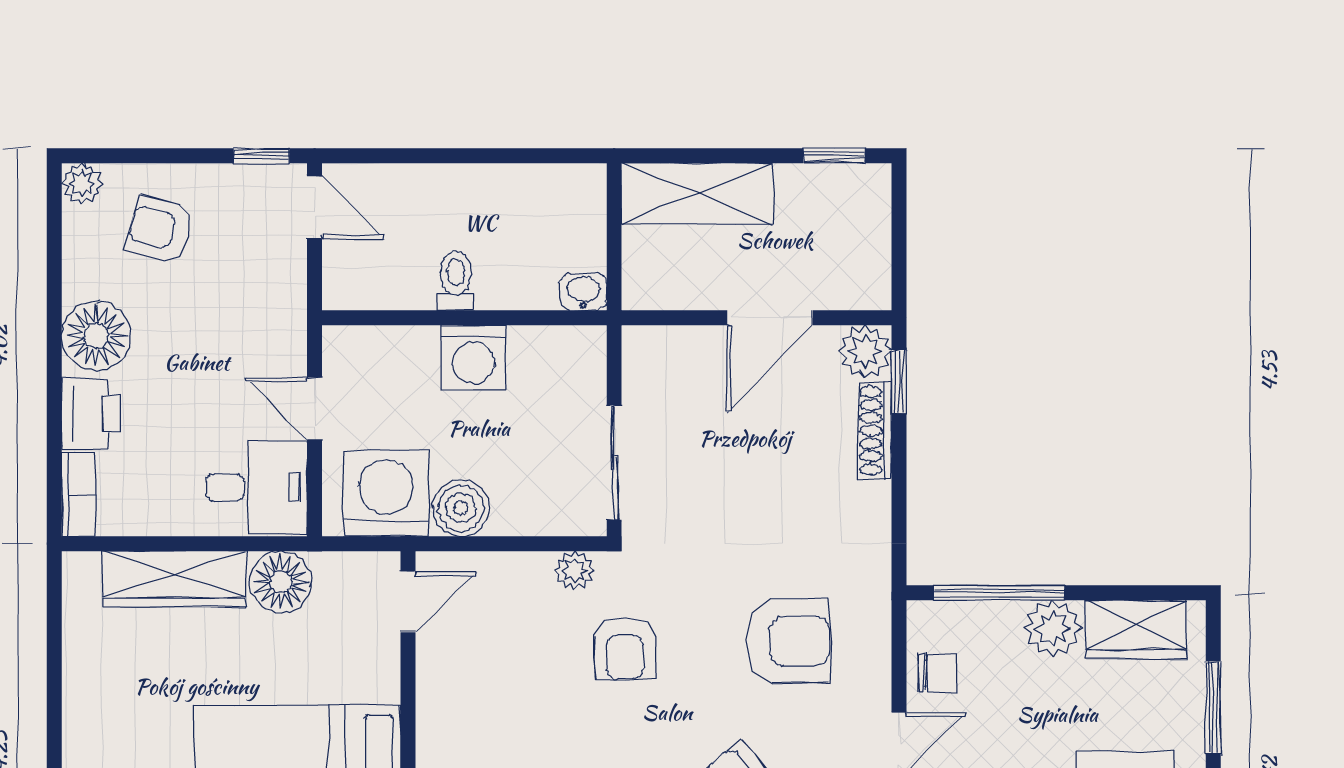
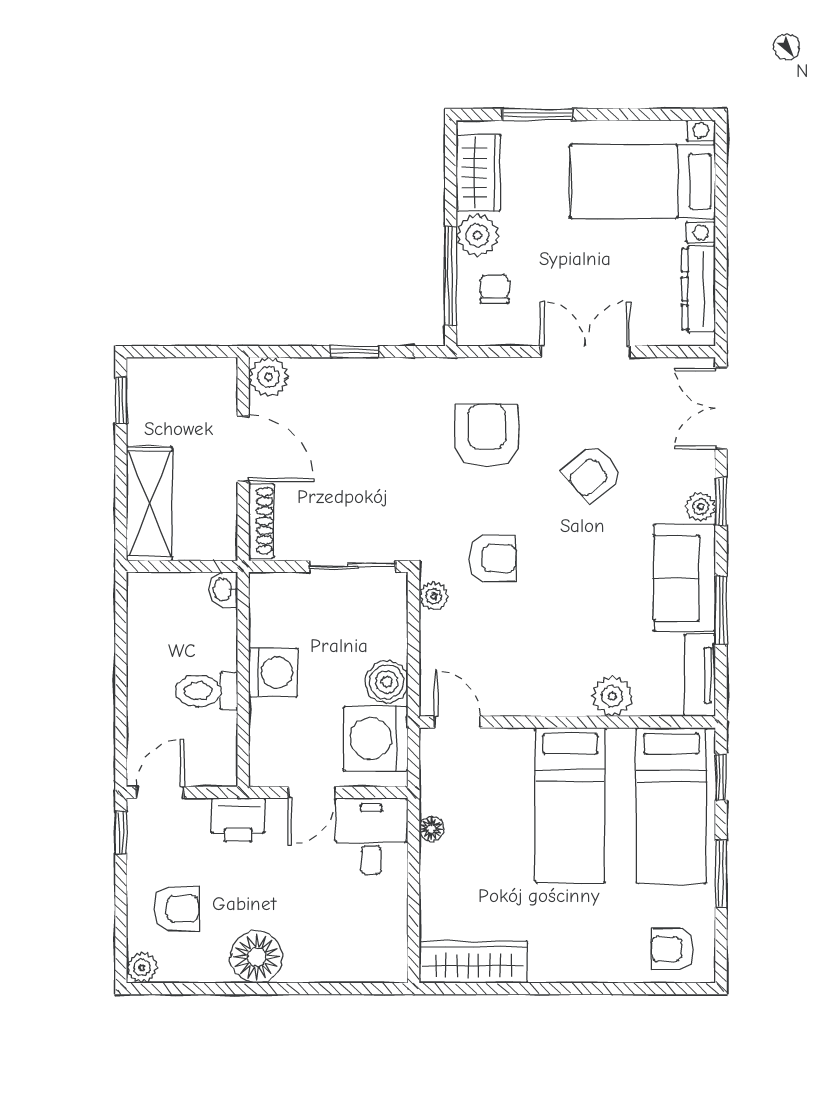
armchair: (160, 230) -> (177, 909), turned -105
toilet: (456, 281) -> (207, 691), width x1.37, depth x1.39
window: (899, 382) -> (355, 352), moved
printer: (91, 414) -> (238, 820), moved, turned 180
shoe rack: (875, 431) -> (261, 521), moved, turned -90
bookcase: (78, 495) -> (376, 970), removed
wardrobe: (174, 579) -> (473, 962), moved, turned -90
floor lamp: (281, 582) -> (431, 829), width x0.53, depth x0.53
chair: (937, 673) -> (495, 289), moved

